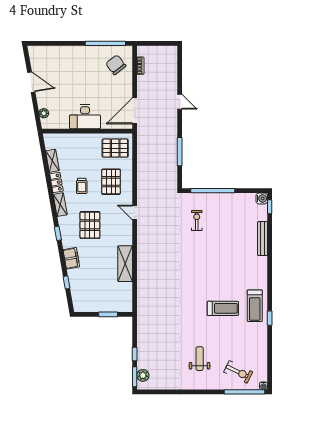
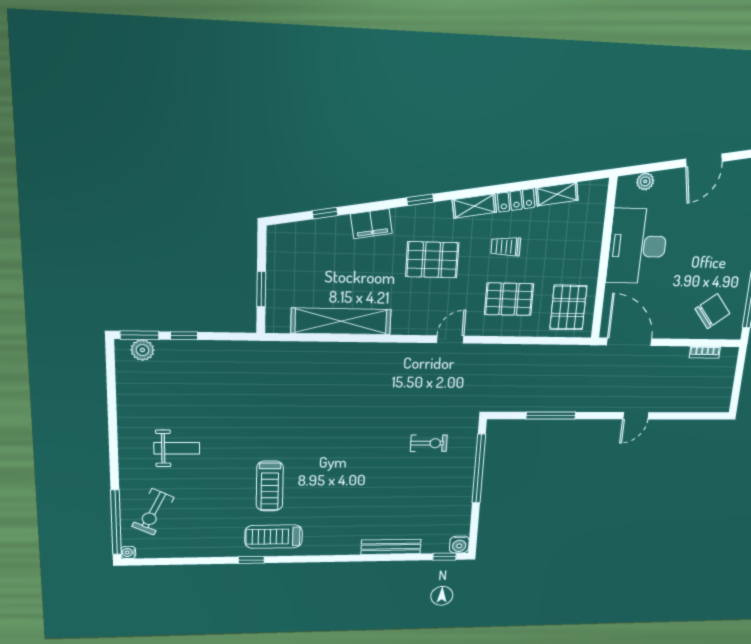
desk: (85, 117) -> (637, 246), width x1.36, depth x1.30
shelving: (125, 264) -> (341, 321), width x1.47

